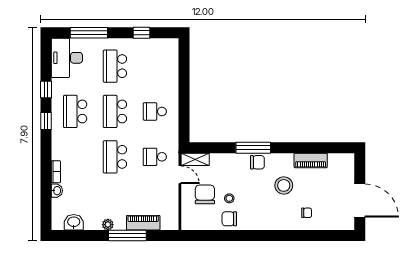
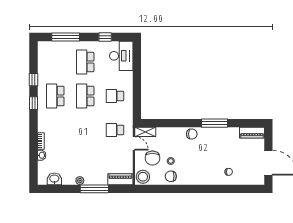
desk: (67, 58) -> (121, 56), moved, turned 180
window: (253, 148) -> (215, 123), moved
school desk: (115, 157) -> (85, 130), removed
piano: (311, 160) -> (252, 133), moved
stool: (284, 185) -> (143, 177), moved
chair: (205, 194) -> (152, 158), turned 180
piano: (143, 223) -> (120, 179), moved

